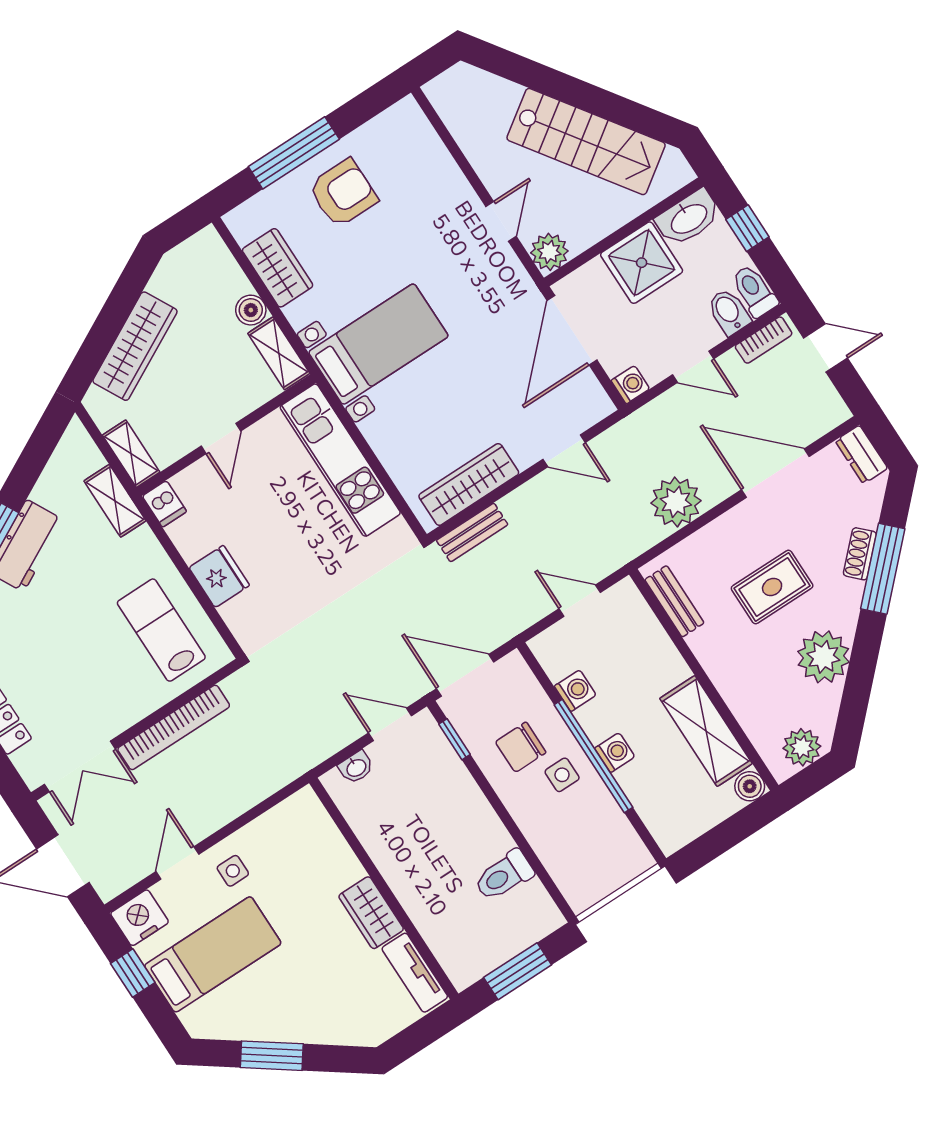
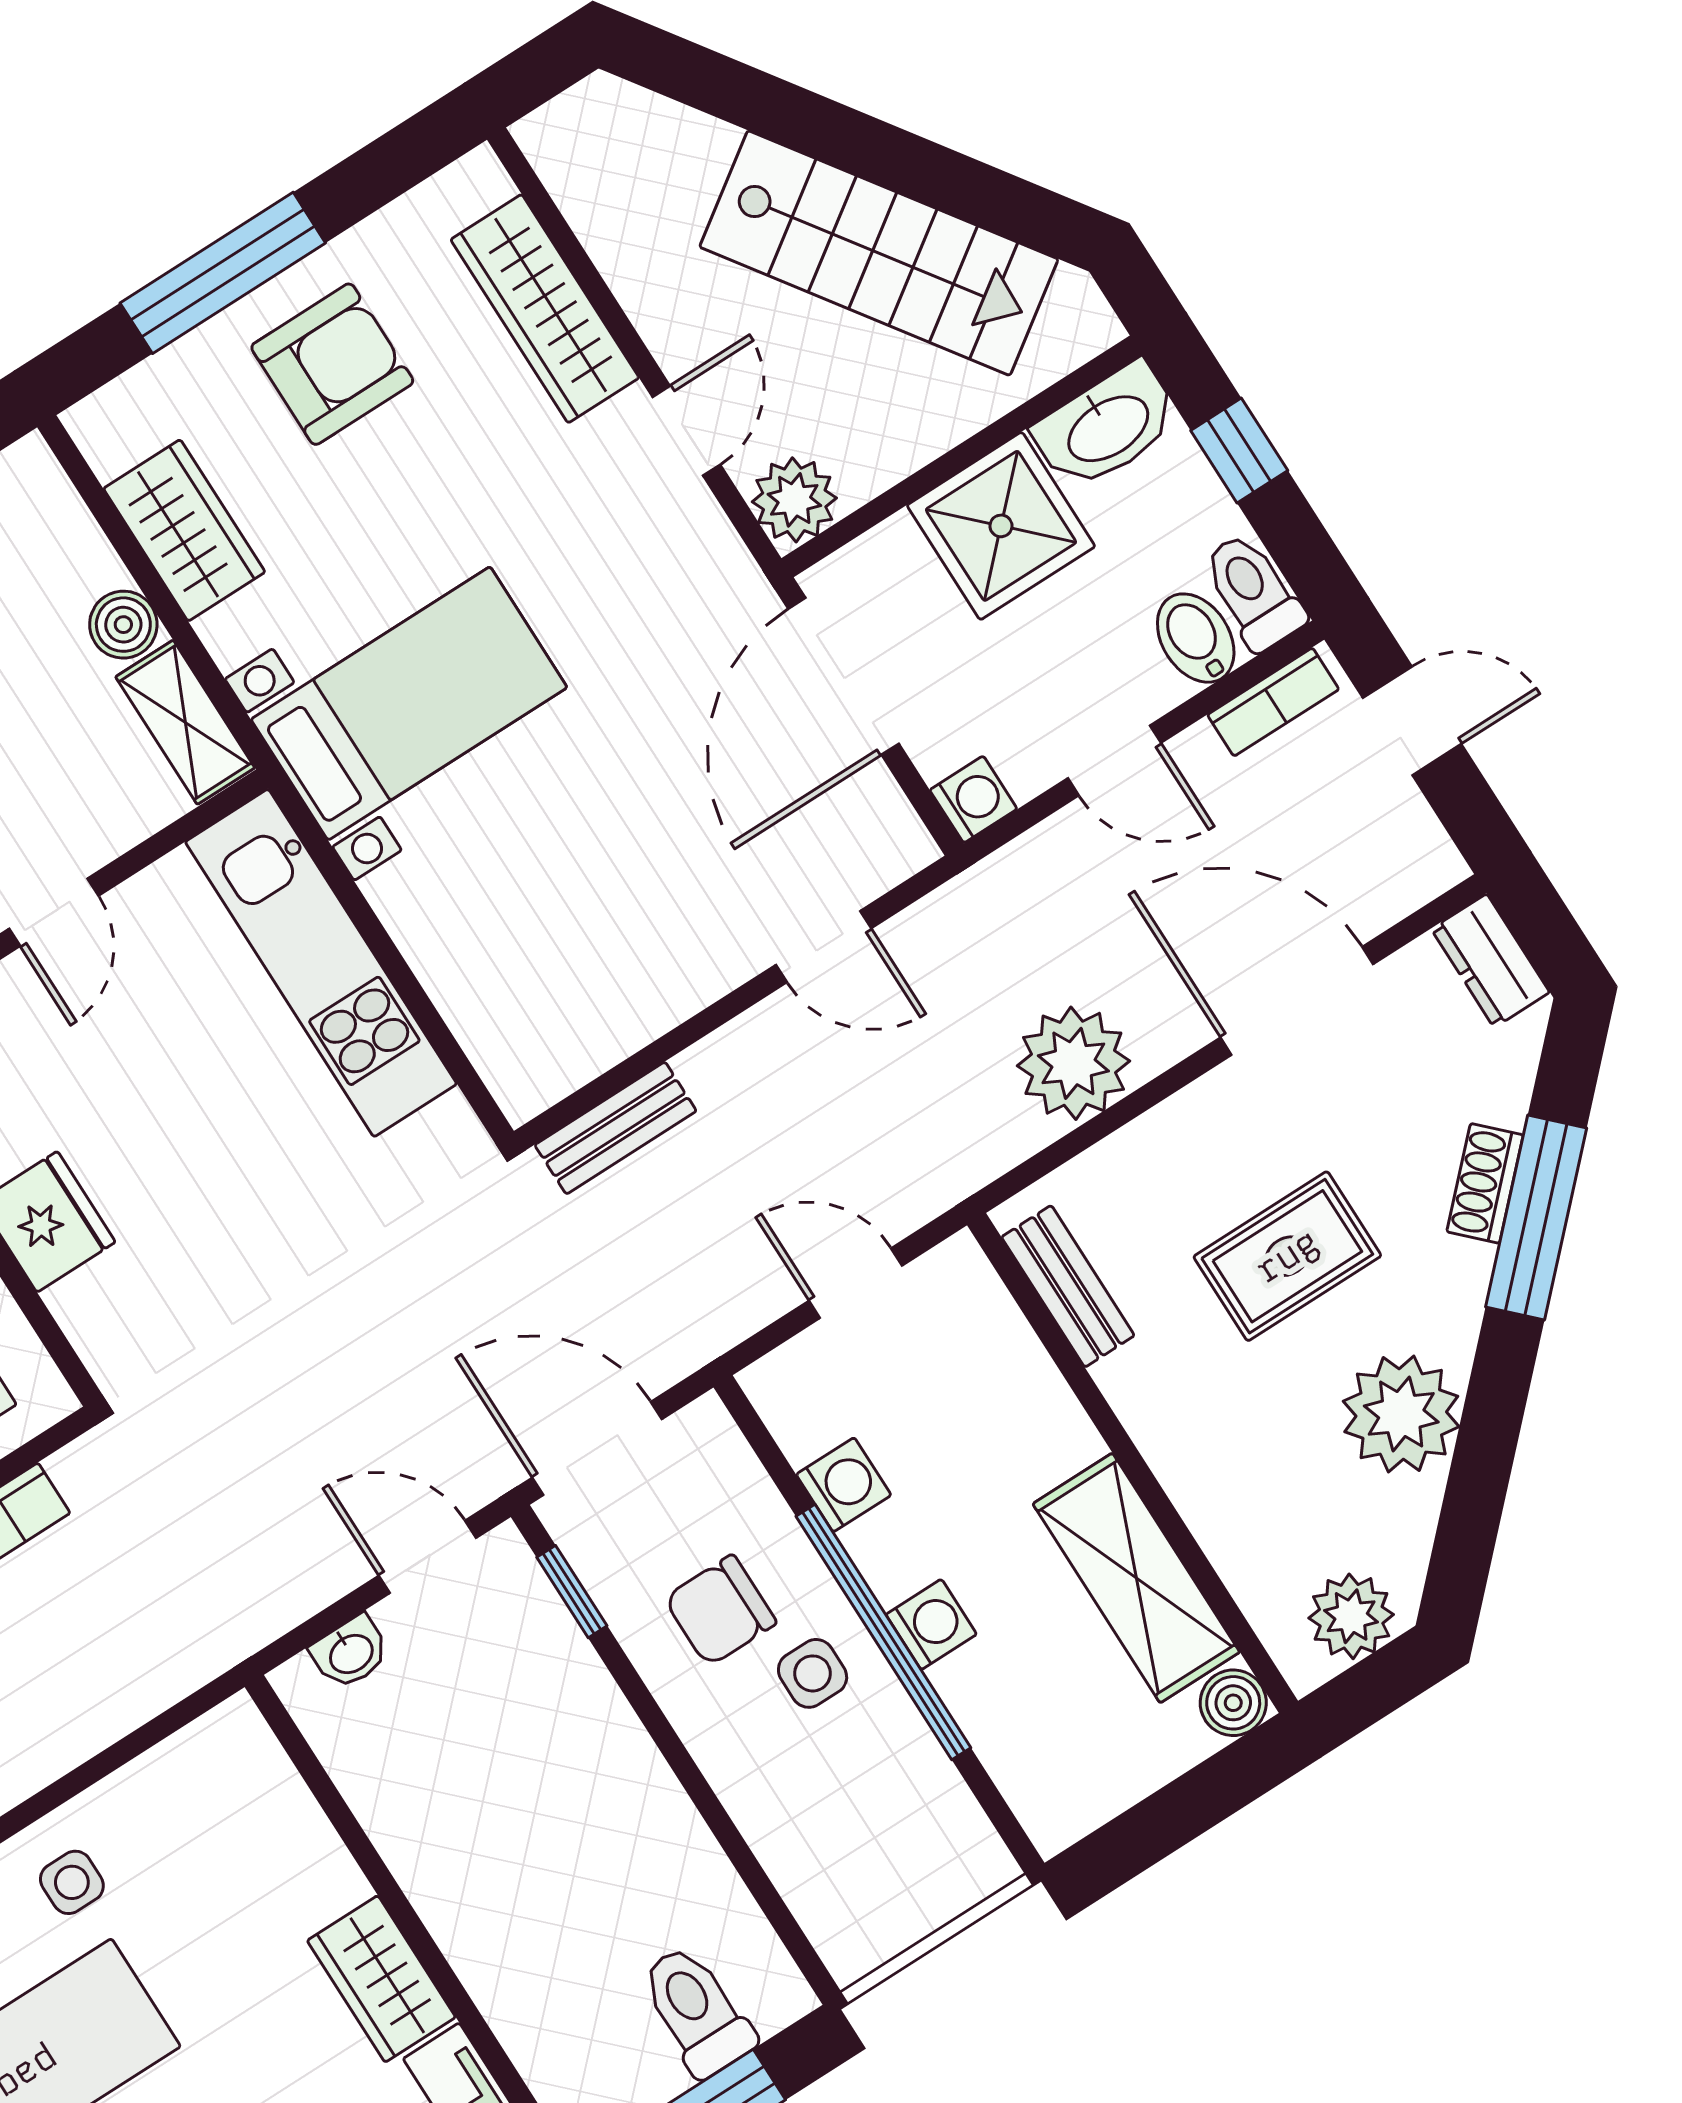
wardrobe: (469, 484) -> (545, 309), moved, turned -90
toilet: (504, 876) -> (697, 2011), moved, turned 90

